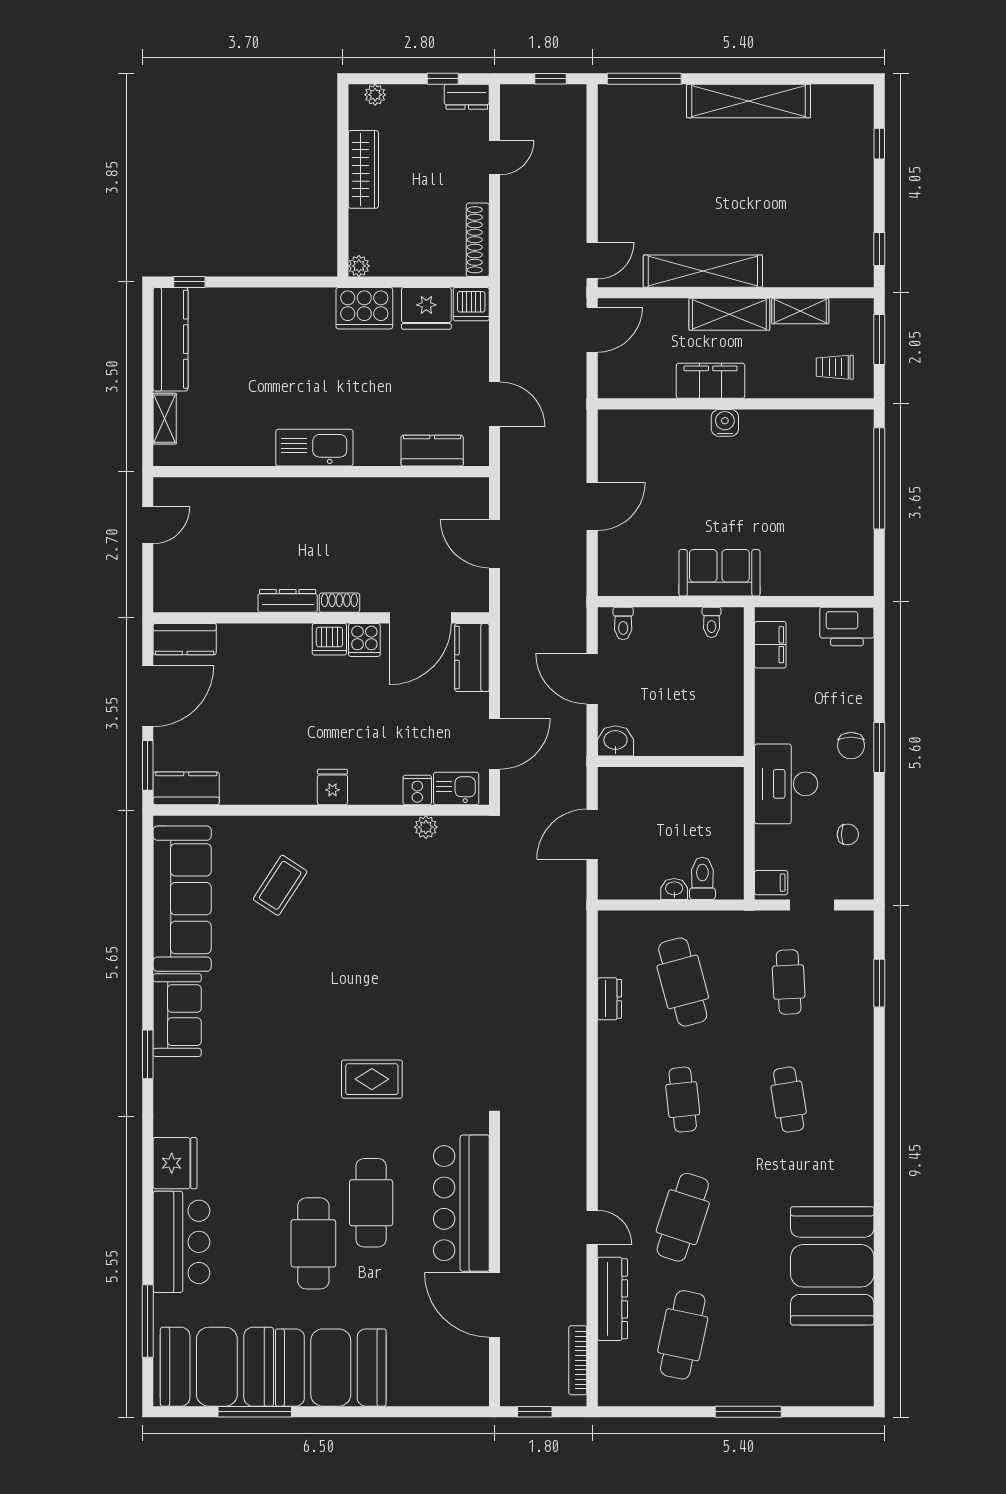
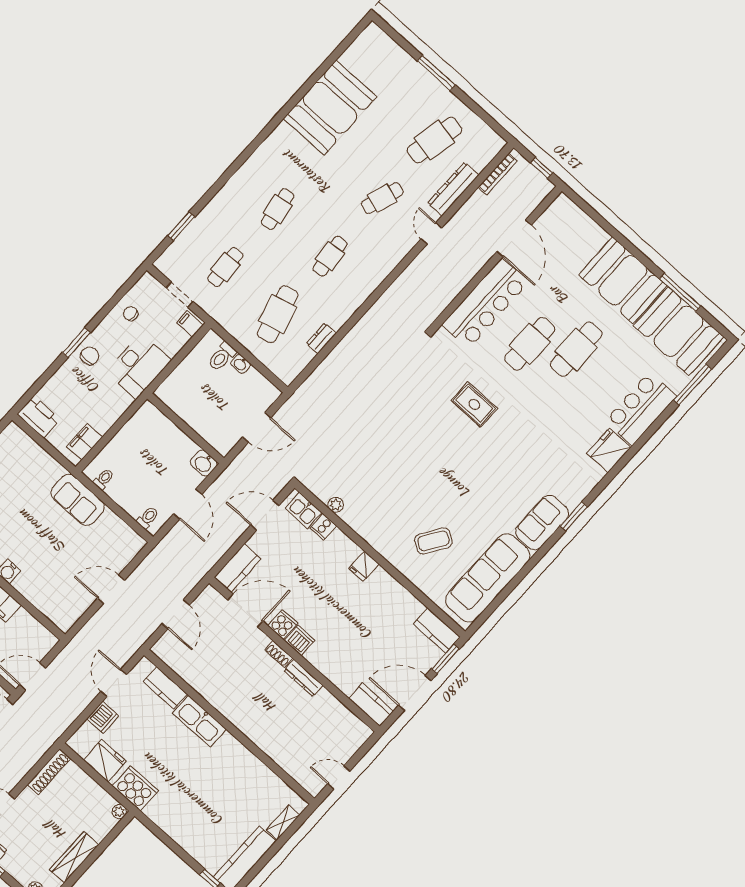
dishwasher: (471, 304) -> (103, 717), moved, turned 90
kitchen sink: (314, 448) -> (199, 721), moved
cafe table: (683, 1217) -> (382, 198), width x0.73, depth x0.74

